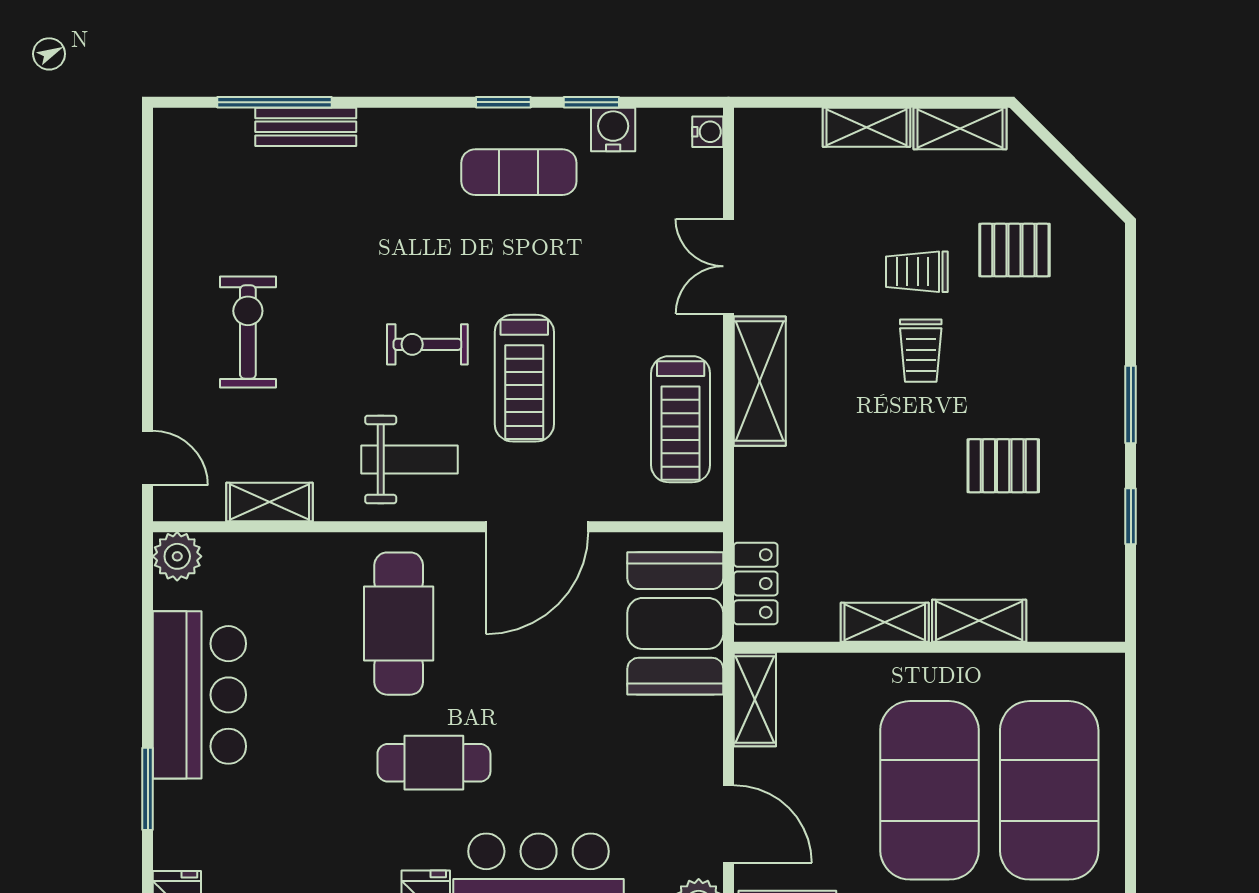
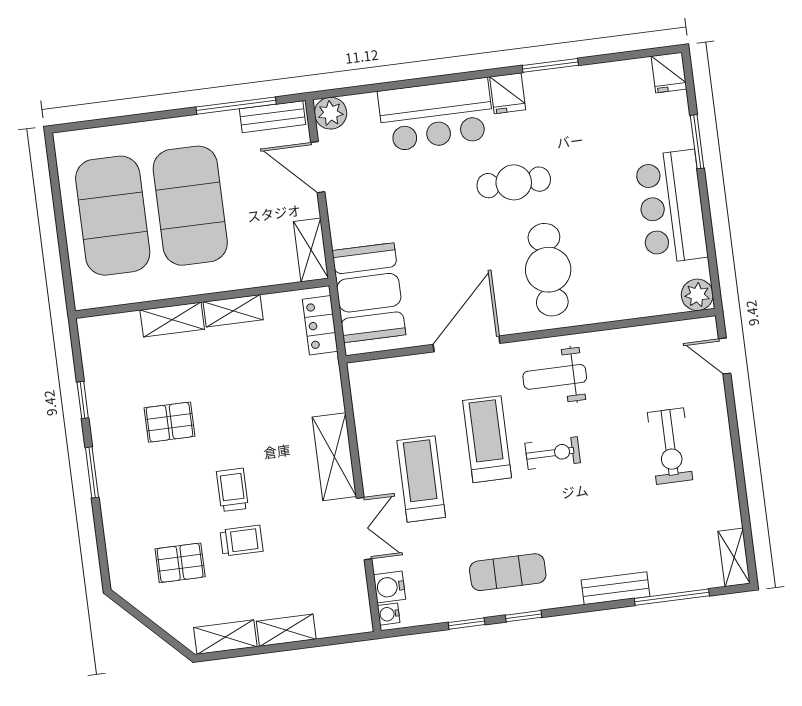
bench: (306, 127) -> (616, 588), moved
water cooler: (613, 130) -> (390, 587), moved, turned 90
treadmill: (681, 419) -> (421, 479), moved
shelving: (269, 502) -> (734, 557), moved, turned 90

